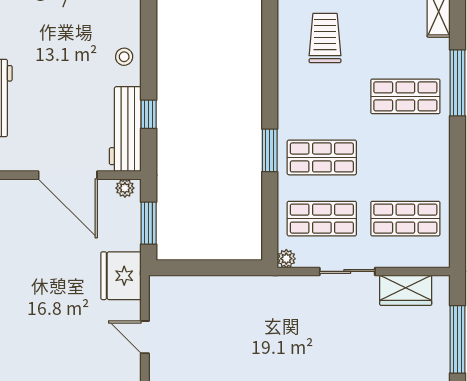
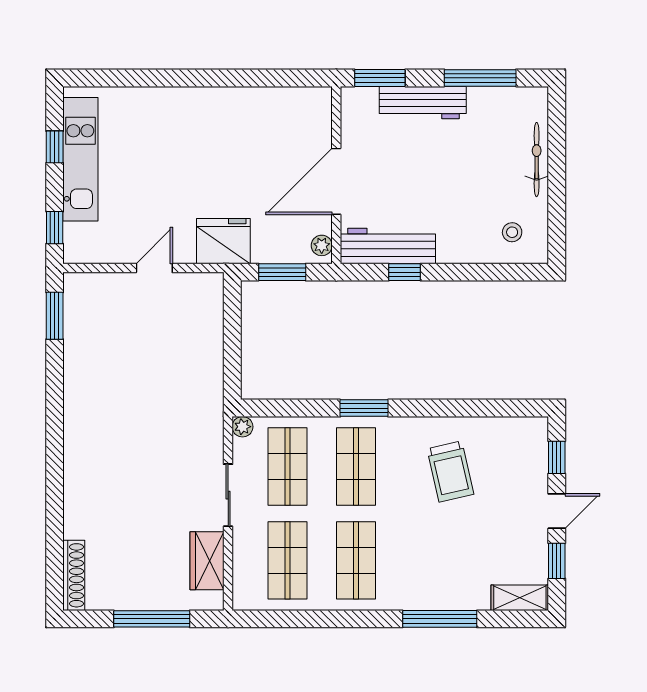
trolley: (325, 38) -> (450, 471), moved, turned 77
stool: (124, 57) -> (512, 232), moved
shop shelf: (405, 96) -> (356, 560), moved

